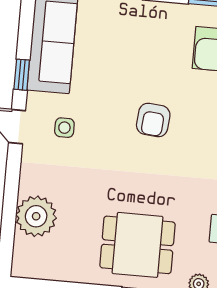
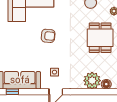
window: (22, 75) -> (12, 92), moved
floor lamp: (24, 250) -> (106, 84), added

